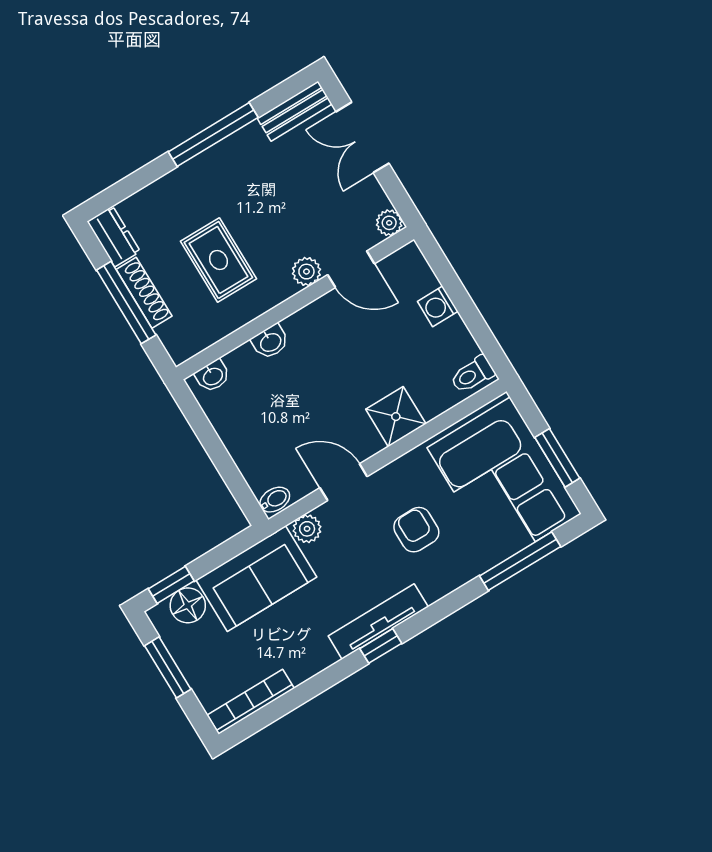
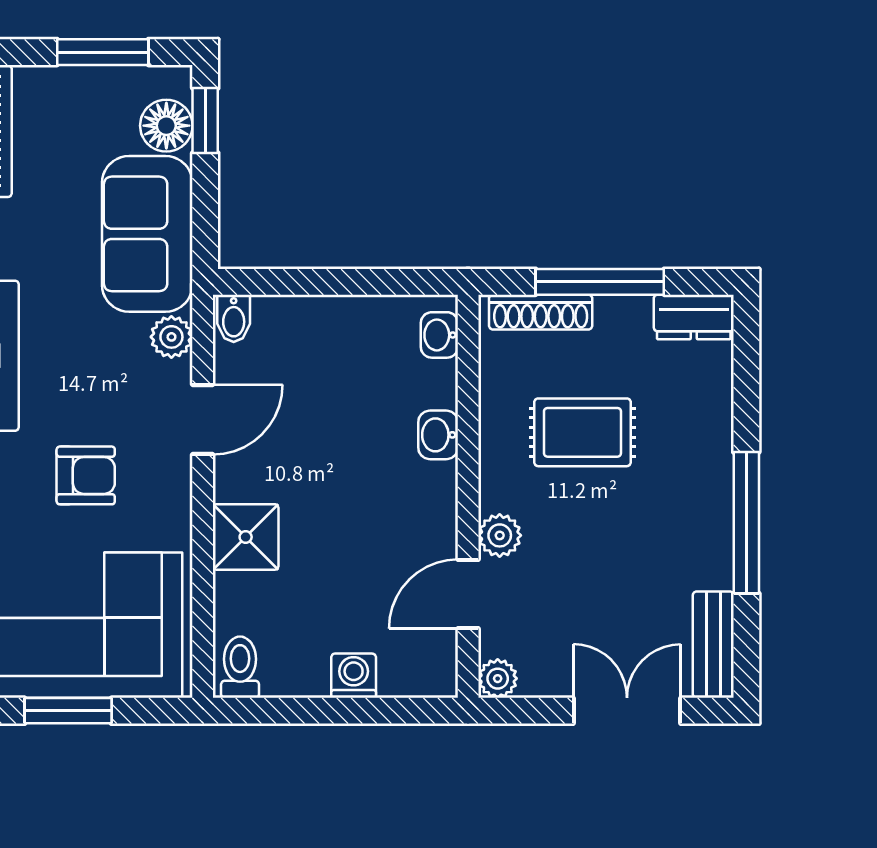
shoe rack: (144, 293) -> (541, 312), moved

